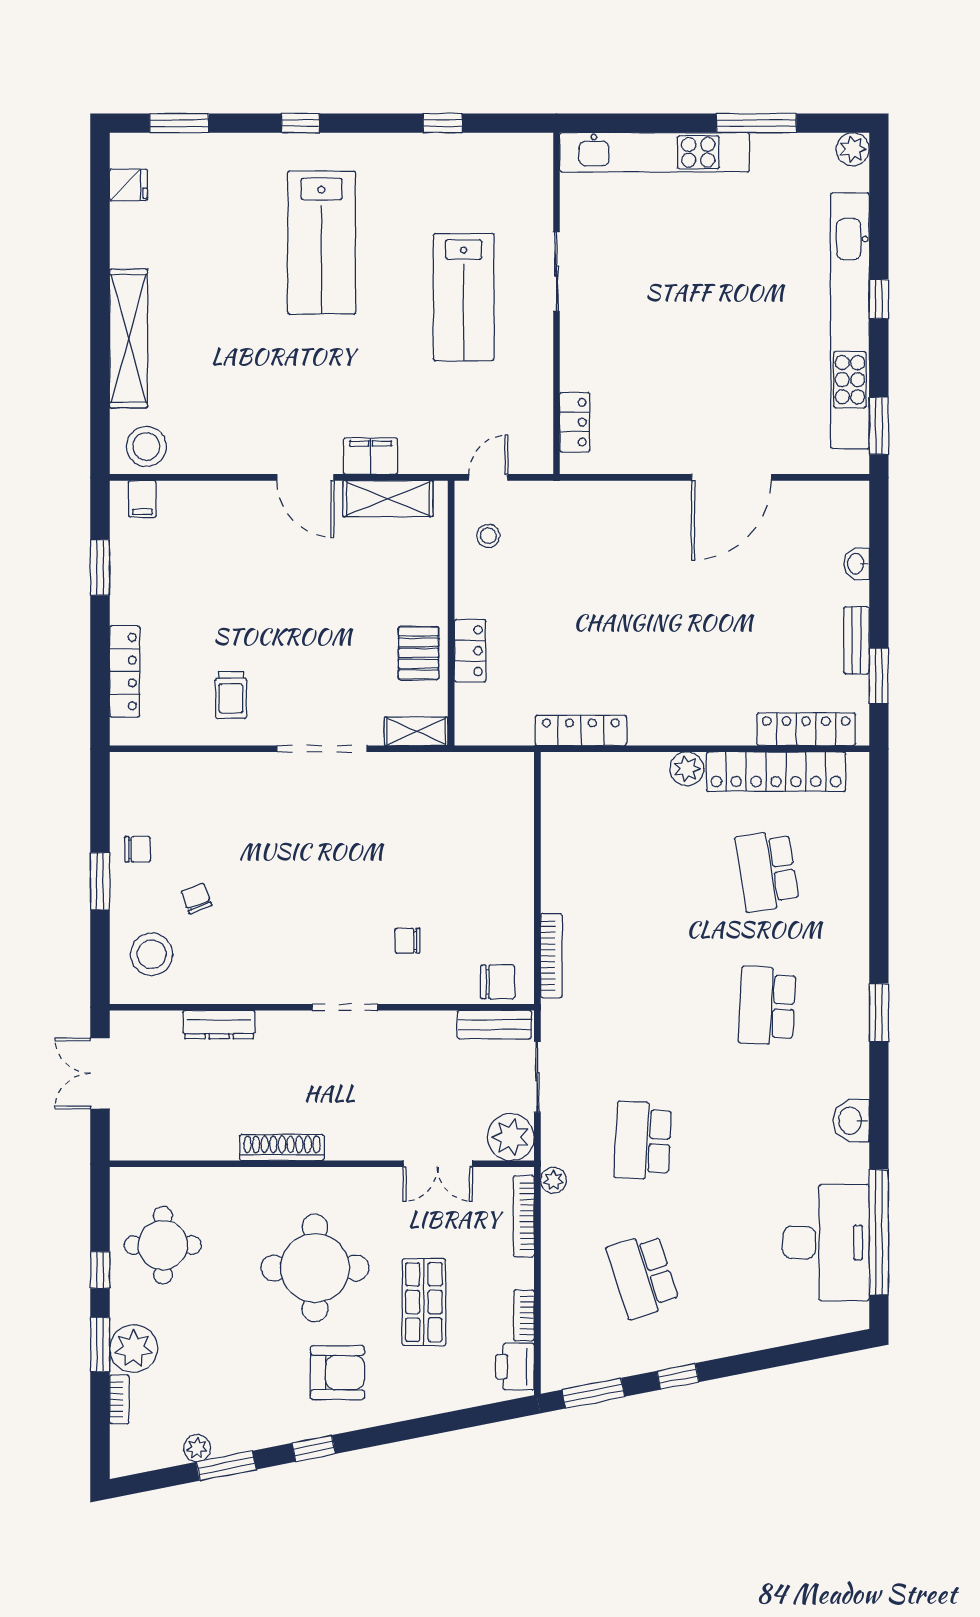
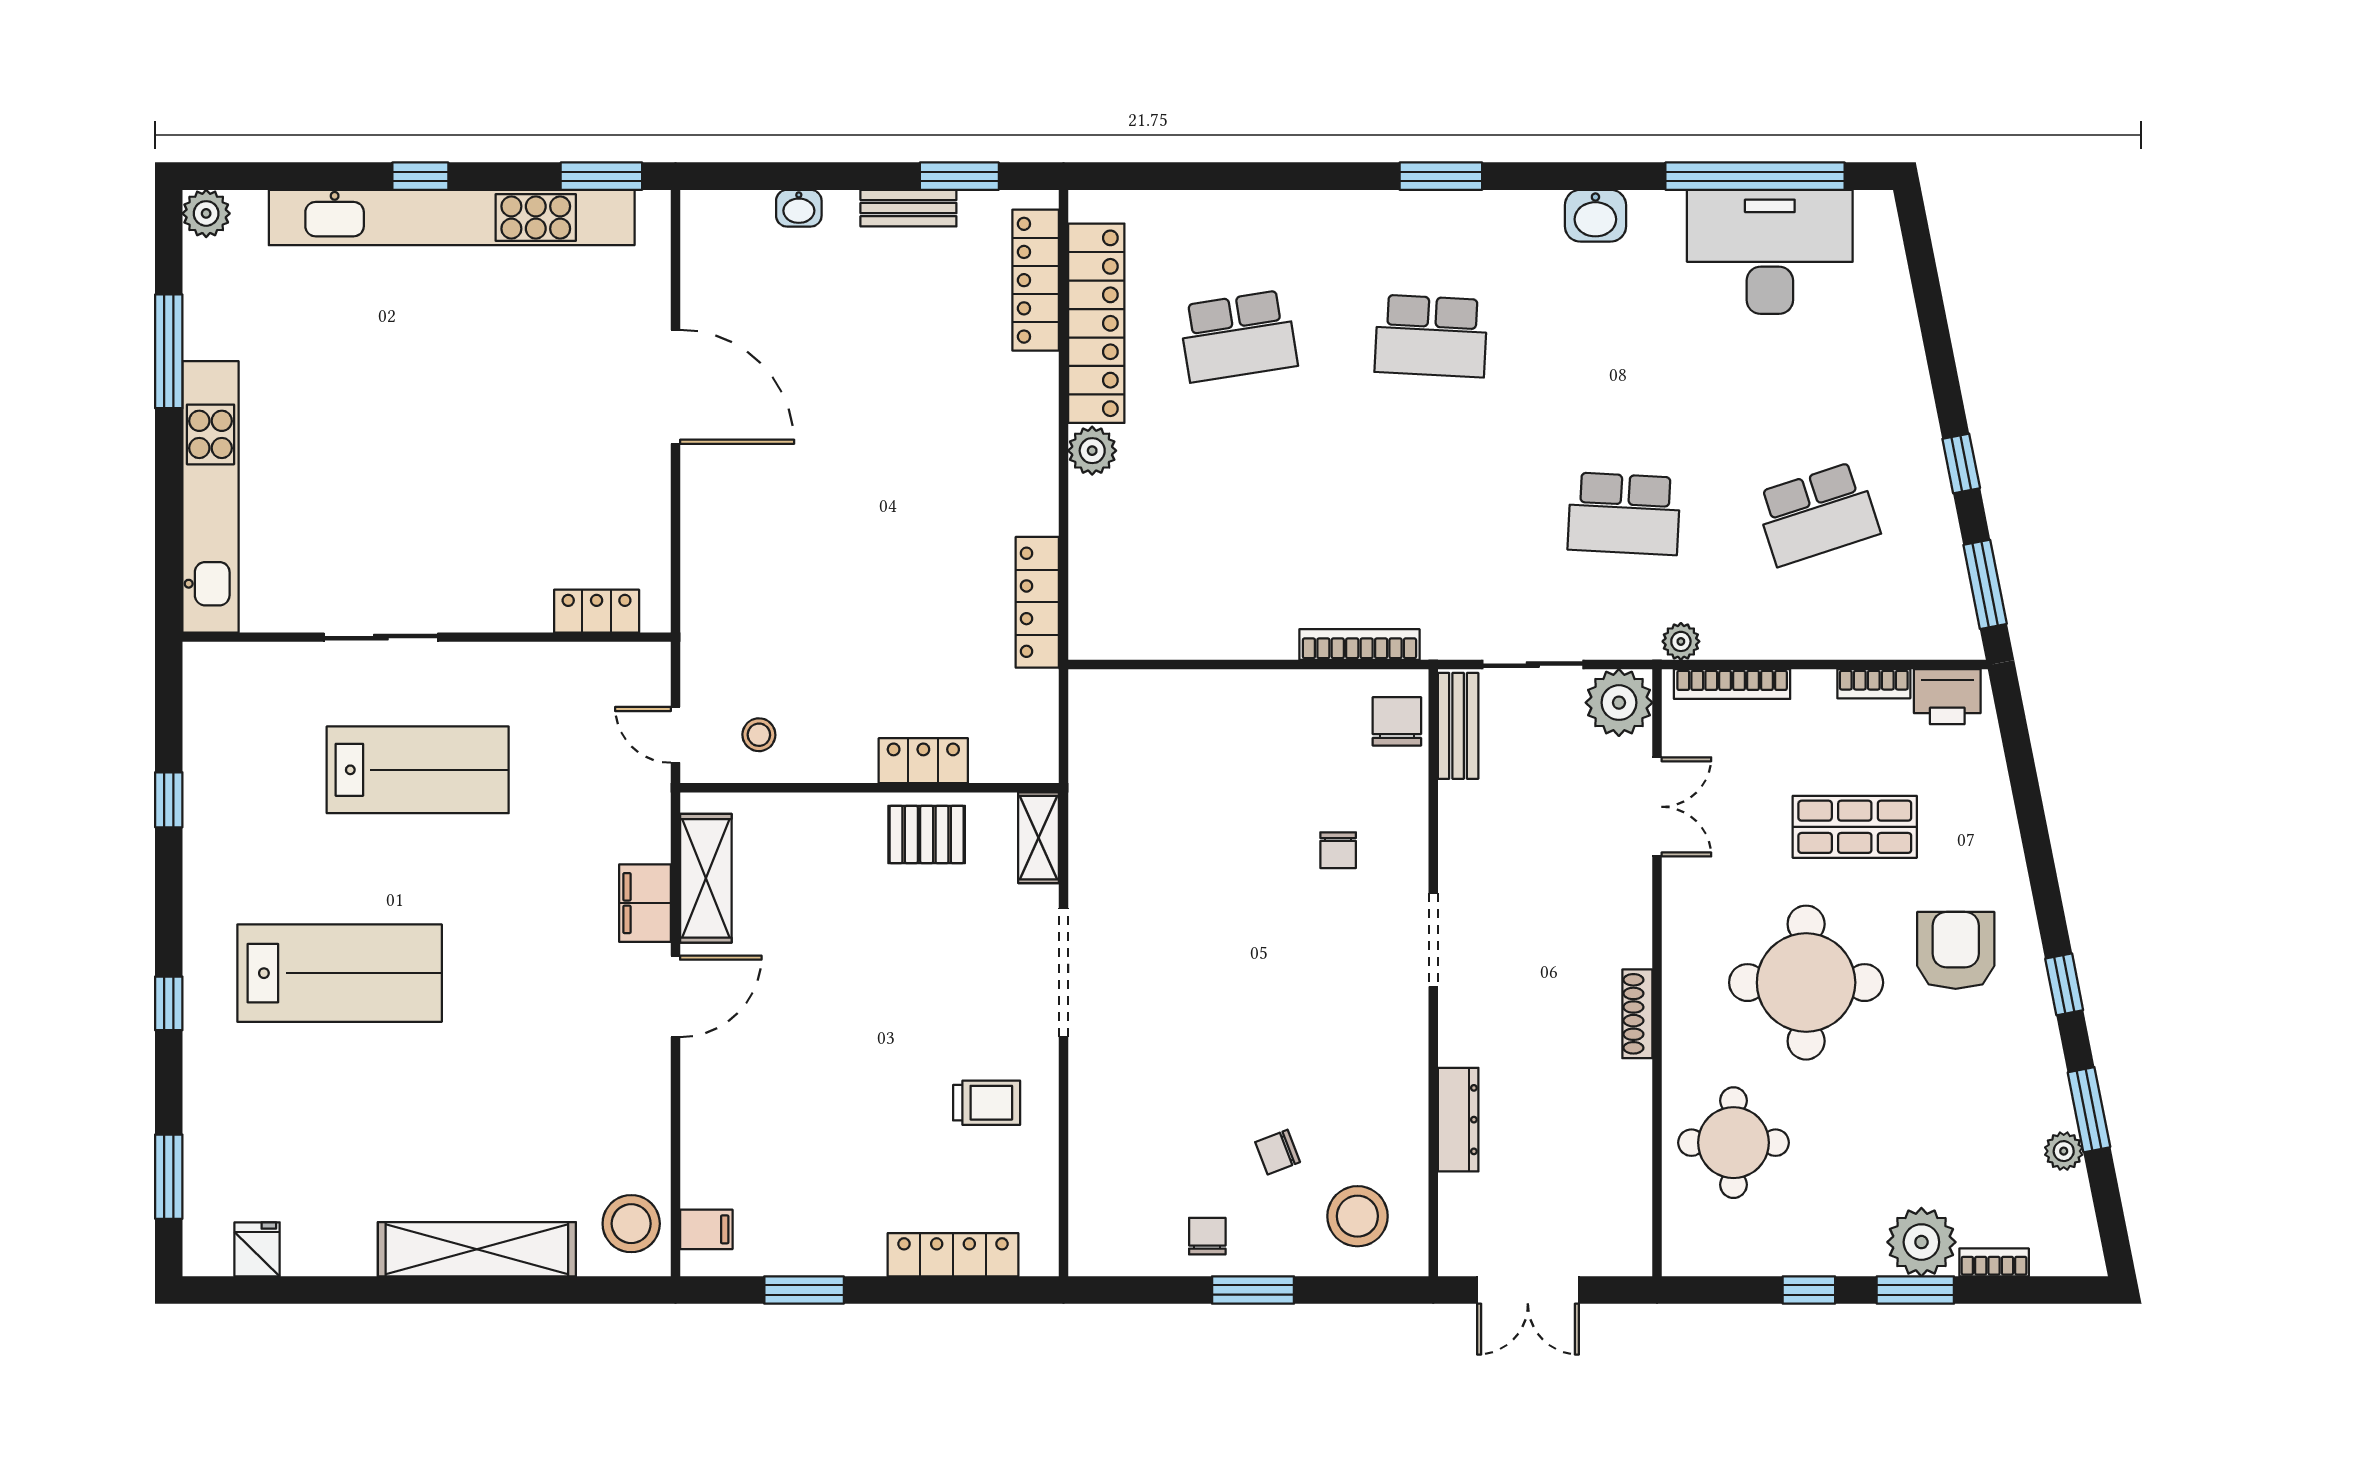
shoe rack: (282, 1147) -> (1637, 1014), width x0.74, depth x0.81
round table: (163, 1245) -> (1733, 1143), moved

